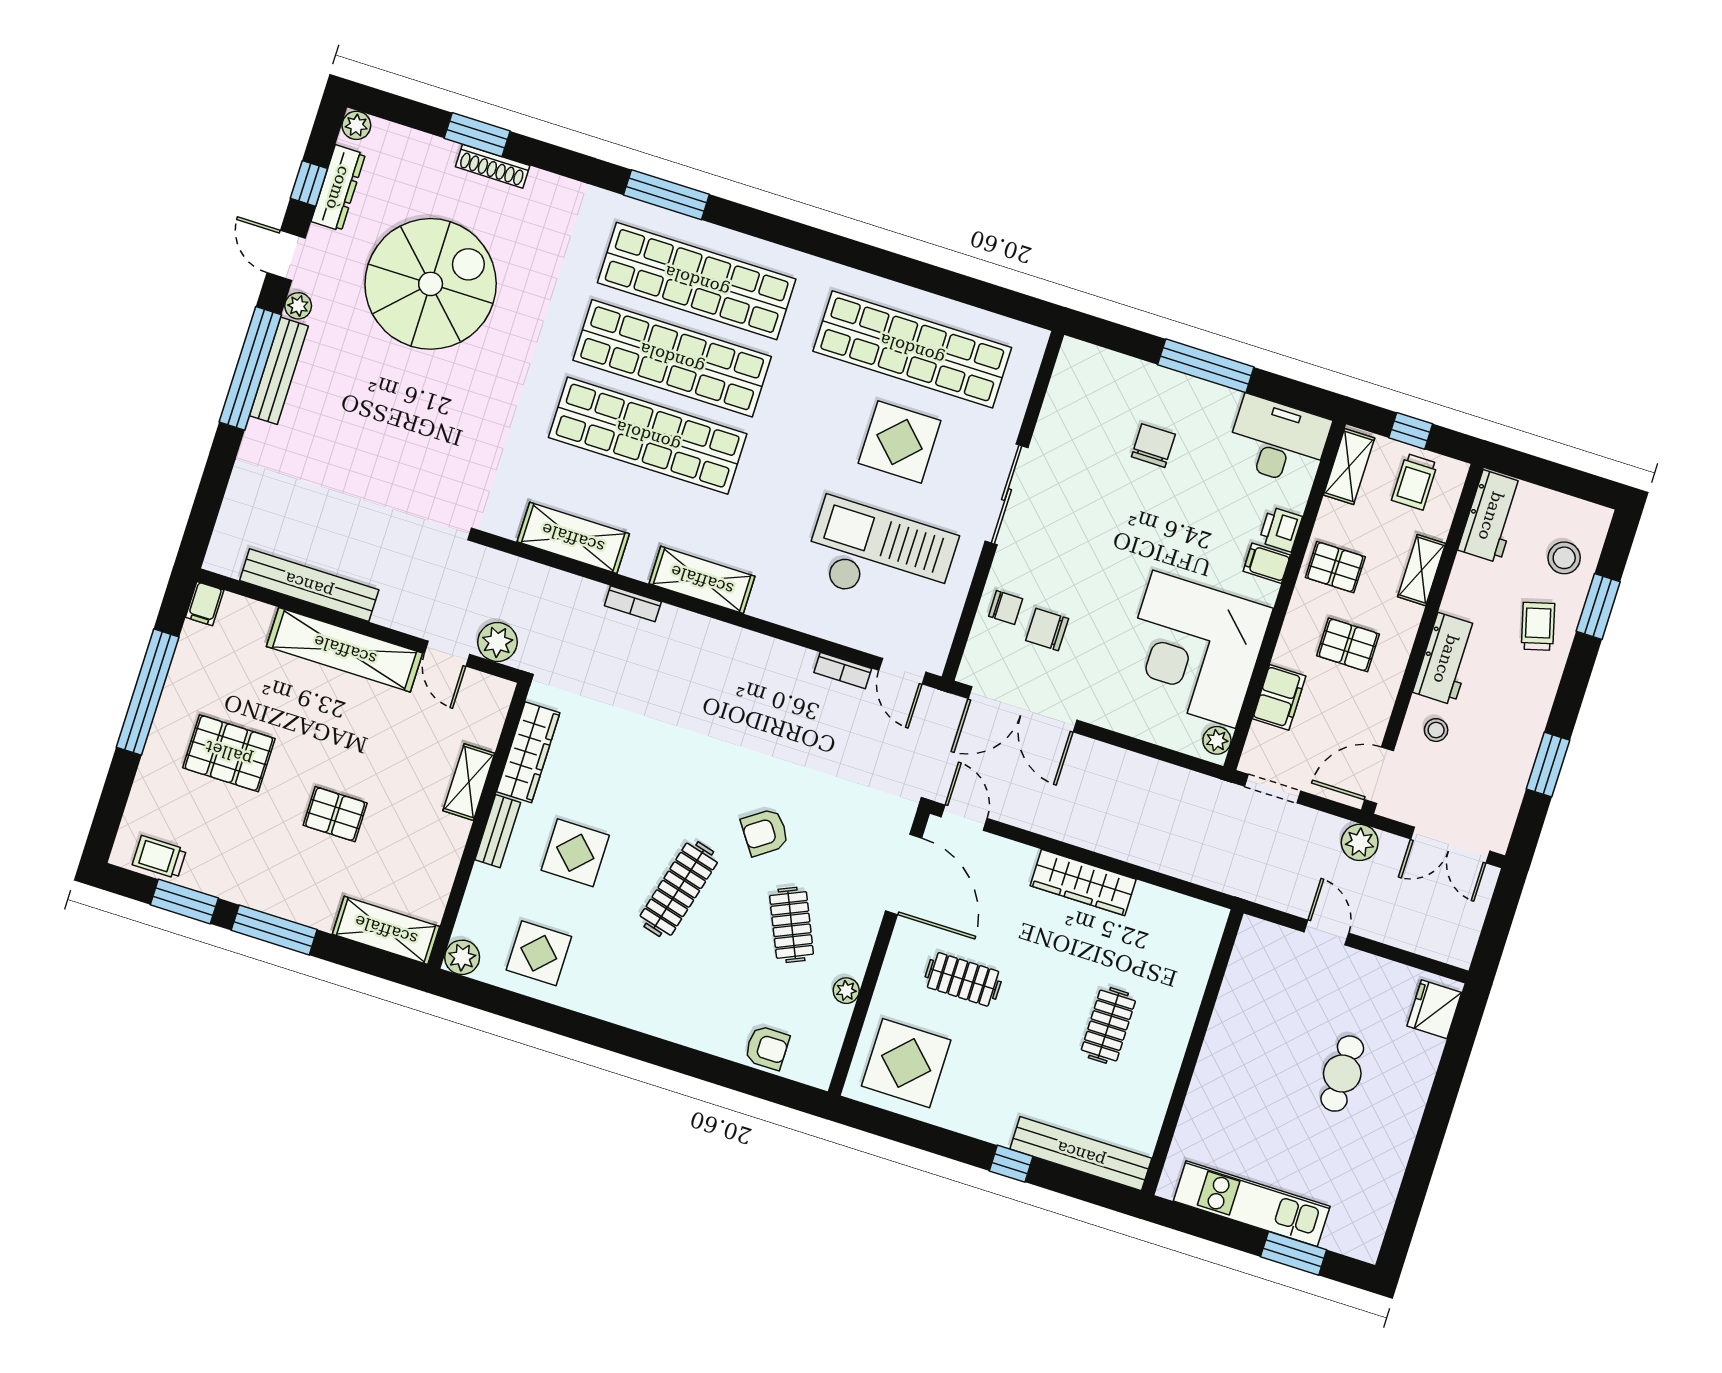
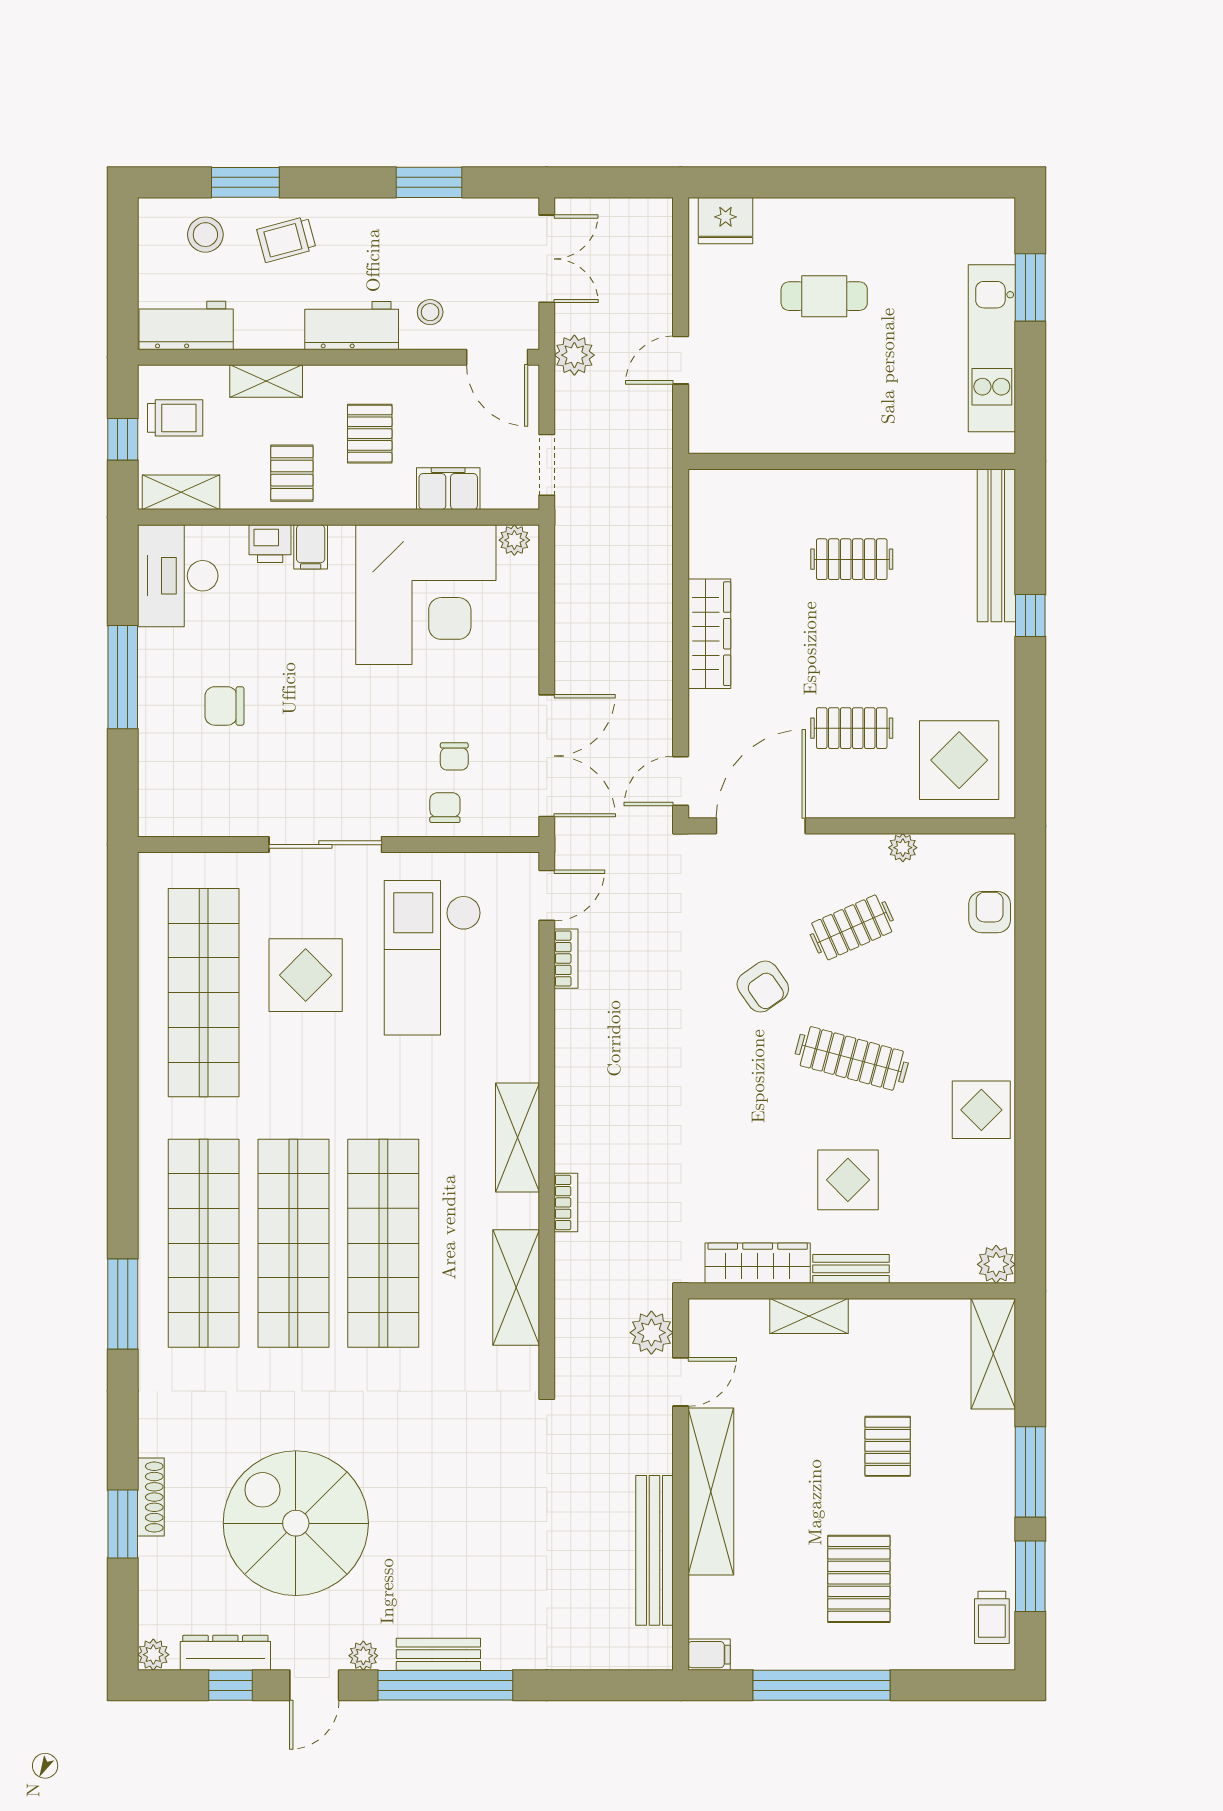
bench: (279, 371) -> (438, 1654), width x0.73
chair: (1047, 630) -> (454, 756), width x0.73, depth x0.73
display table: (539, 953) -> (981, 1110), moved
clothes rail: (963, 979) -> (852, 728), turned 90

